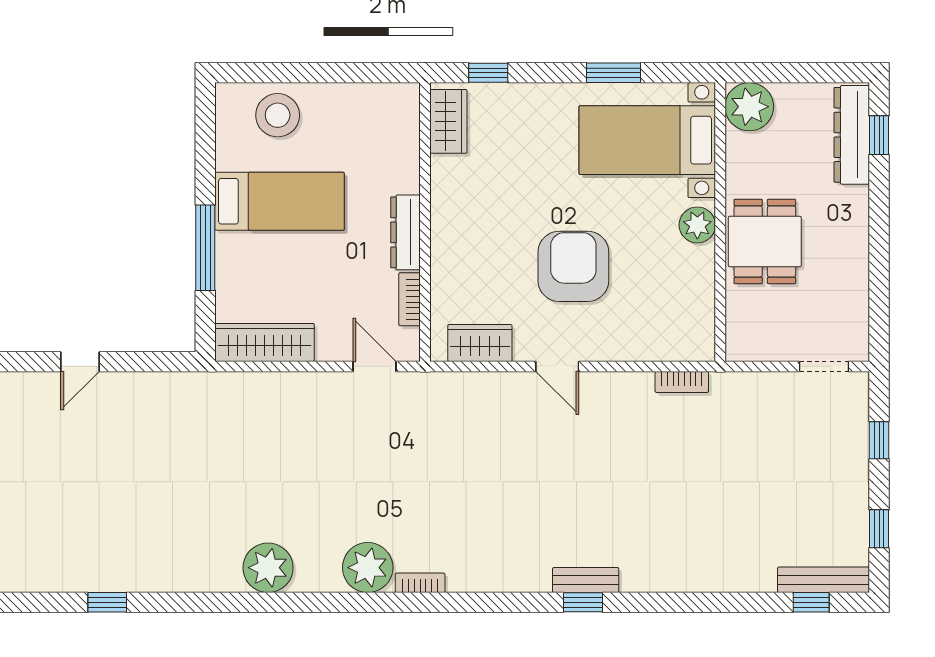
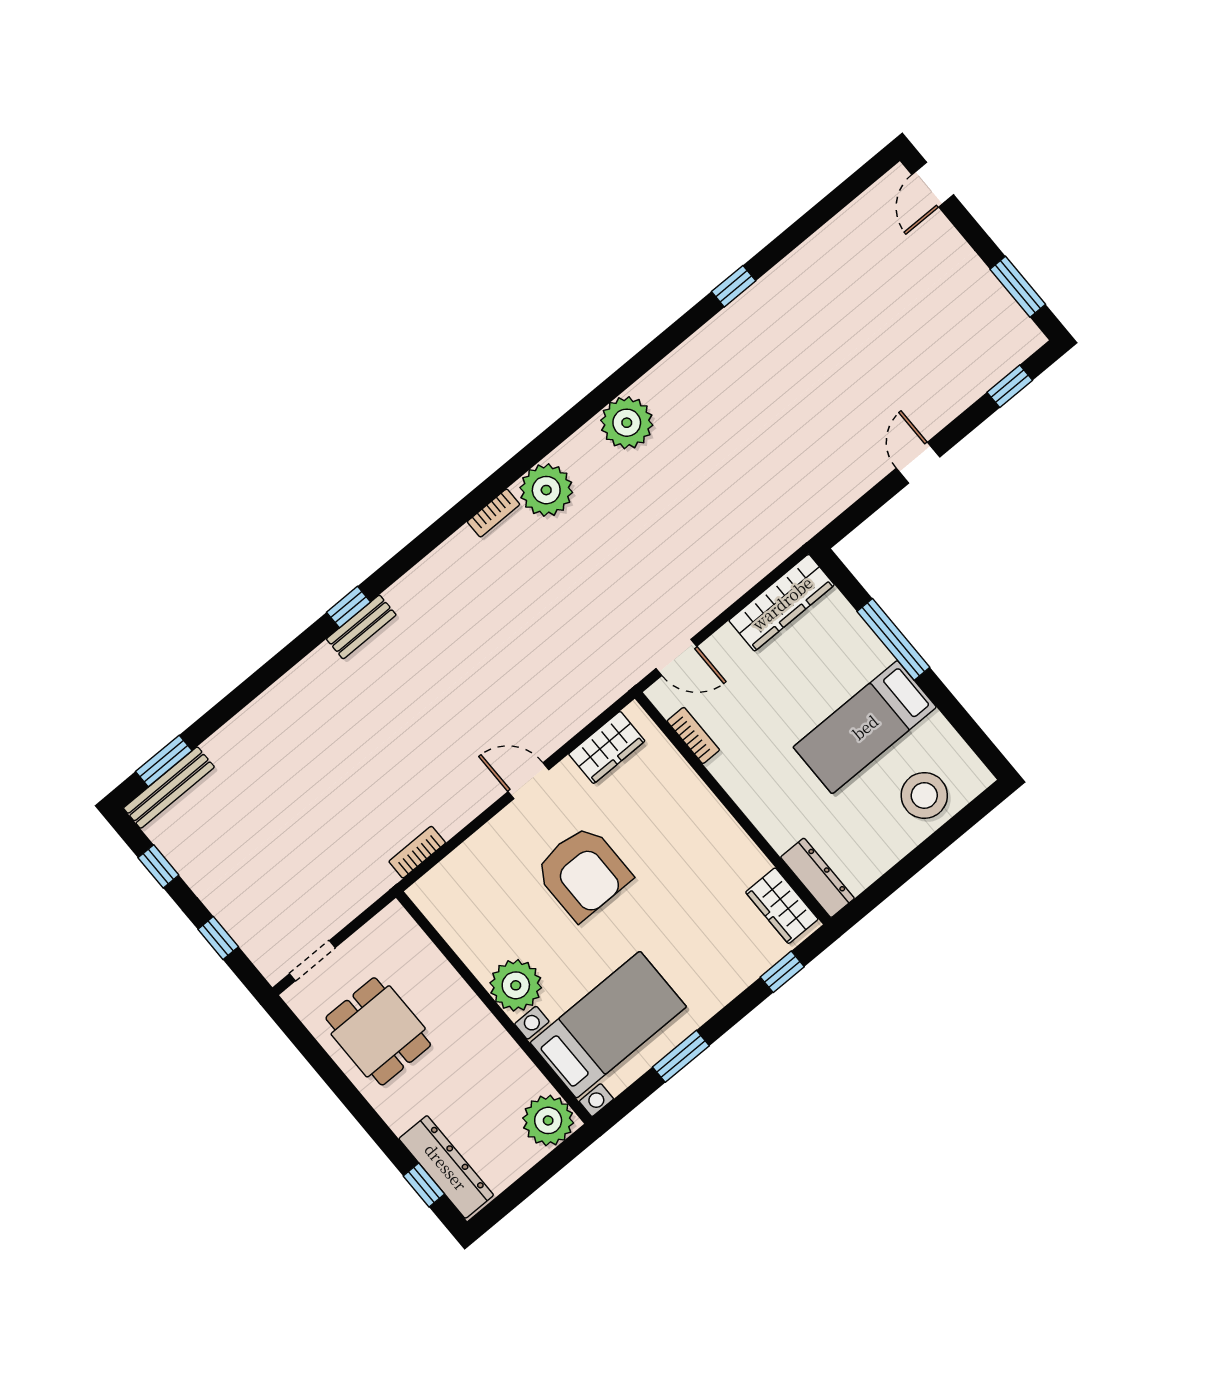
plant: (697, 225) -> (516, 985), width x1.36, depth x1.36
dresser: (406, 232) -> (817, 878), moved
dining table: (765, 241) -> (378, 1031), moved
window: (811, 602) -> (164, 761), width x1.50

